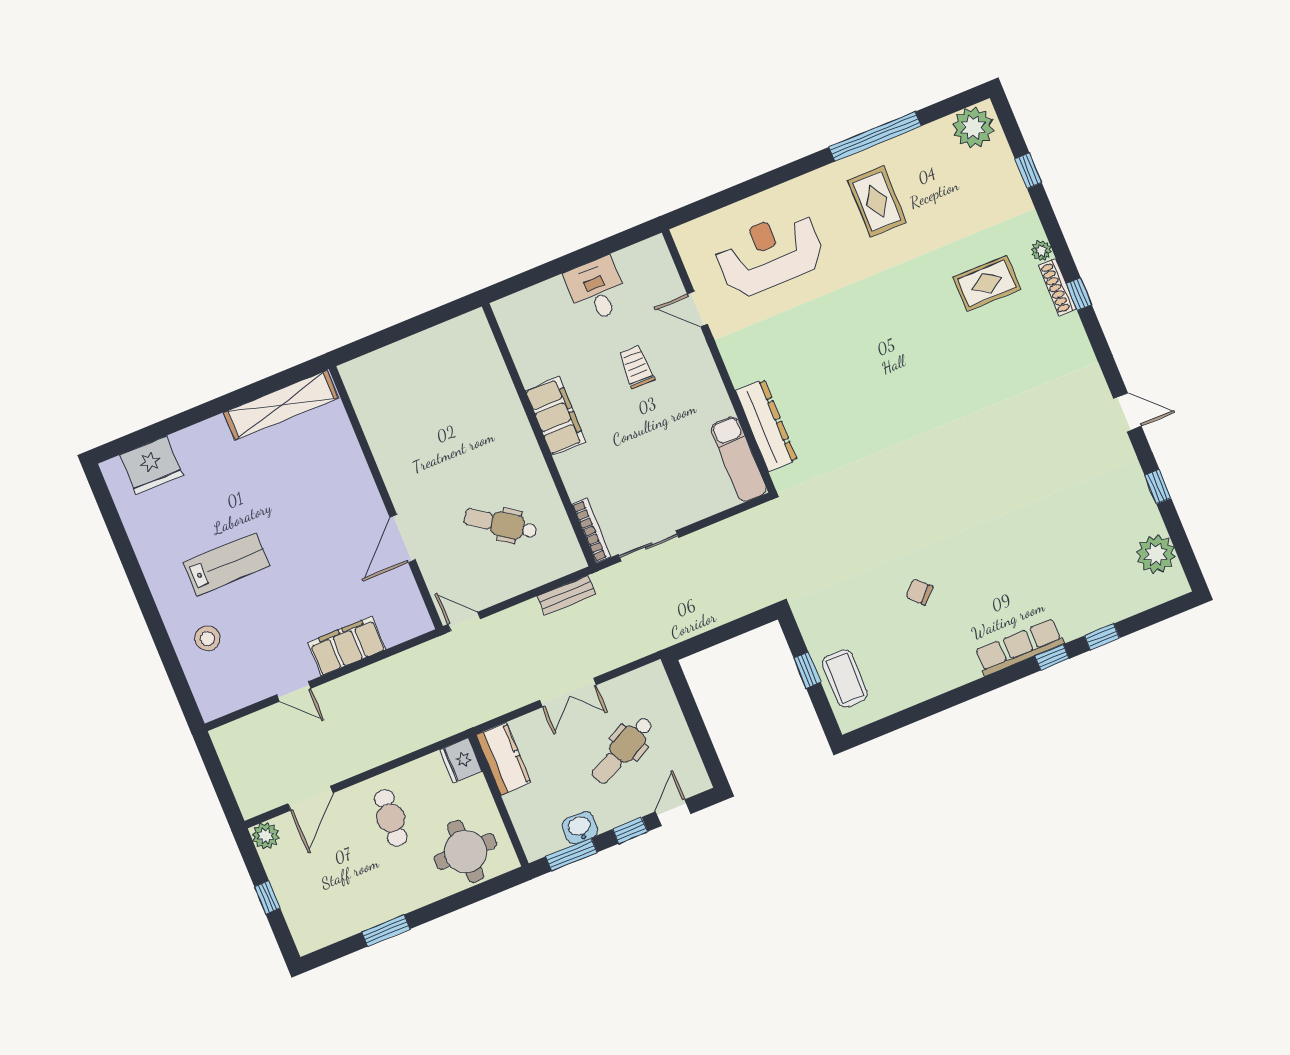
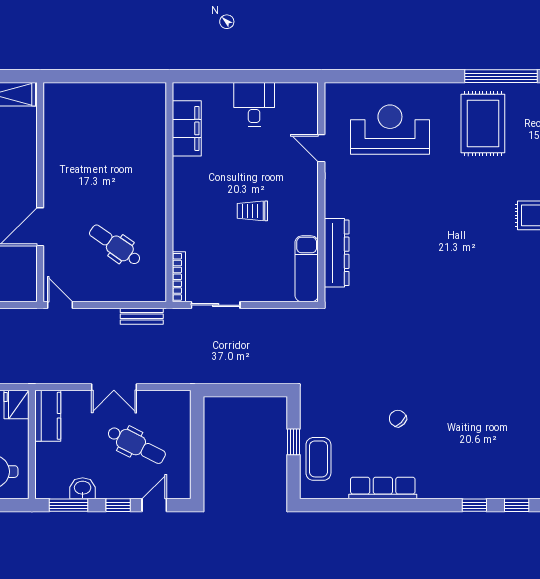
rug: (877, 201) -> (483, 124), width x1.36, depth x1.43
trolley: (636, 367) -> (252, 211), moved, turned -90
filing cabinet: (555, 416) -> (187, 128), moved
row of seats: (1019, 647) -> (383, 488), moved
dental chair: (623, 750) -> (136, 445), turned -126

